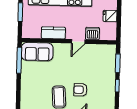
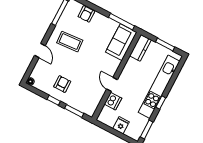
kitchen counter: (53, 33) -> (140, 48), moved
armchair: (80, 90) -> (62, 84), moved
armchair: (28, 94) -> (86, 14), added

